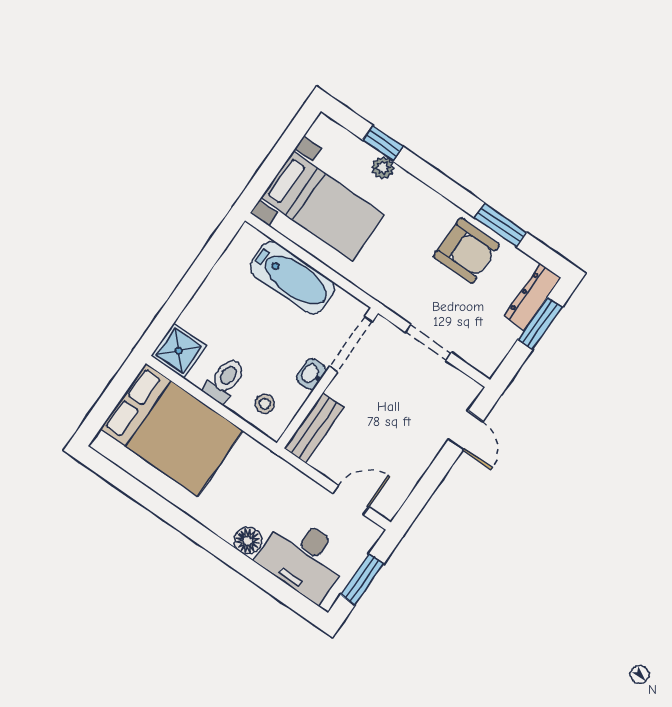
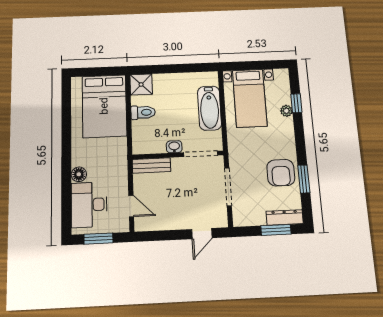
doorway: (428, 342) -> (228, 187), width x1.38
stool: (265, 404) -> (146, 137), removed

